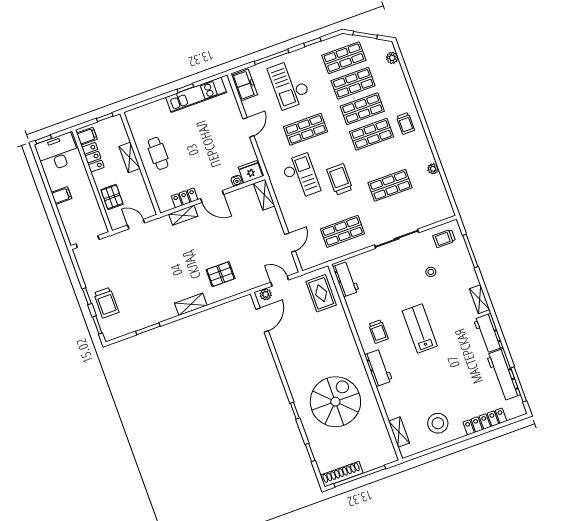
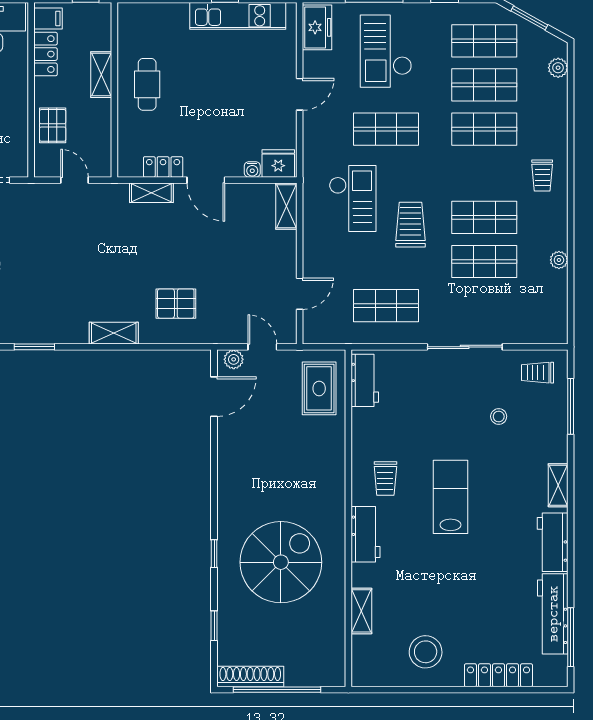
shop shelf: (372, 134) -> (484, 217), moved
shelving: (399, 432) -> (361, 611), moved

